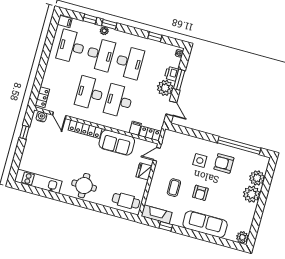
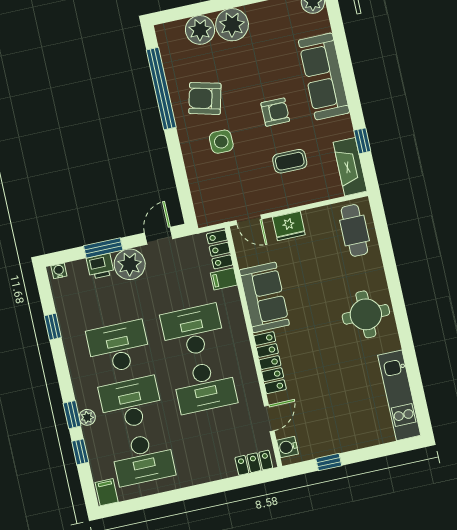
desk: (119, 101) -> (193, 331), turned 180
armchair: (224, 163) -> (205, 98), turned 104

